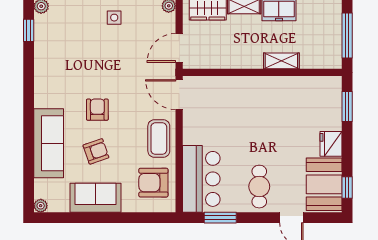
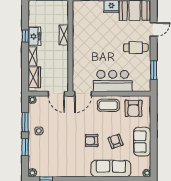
bar counter: (201, 179) -> (113, 81), moved

